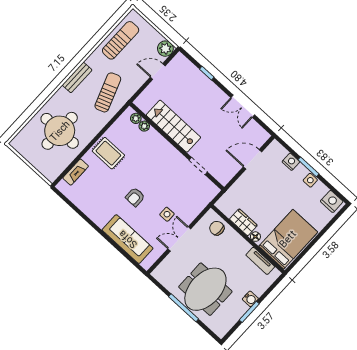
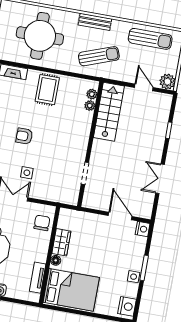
stairs: (173, 126) -> (109, 112), moved
nightstand: (291, 162) -> (143, 229), moved

